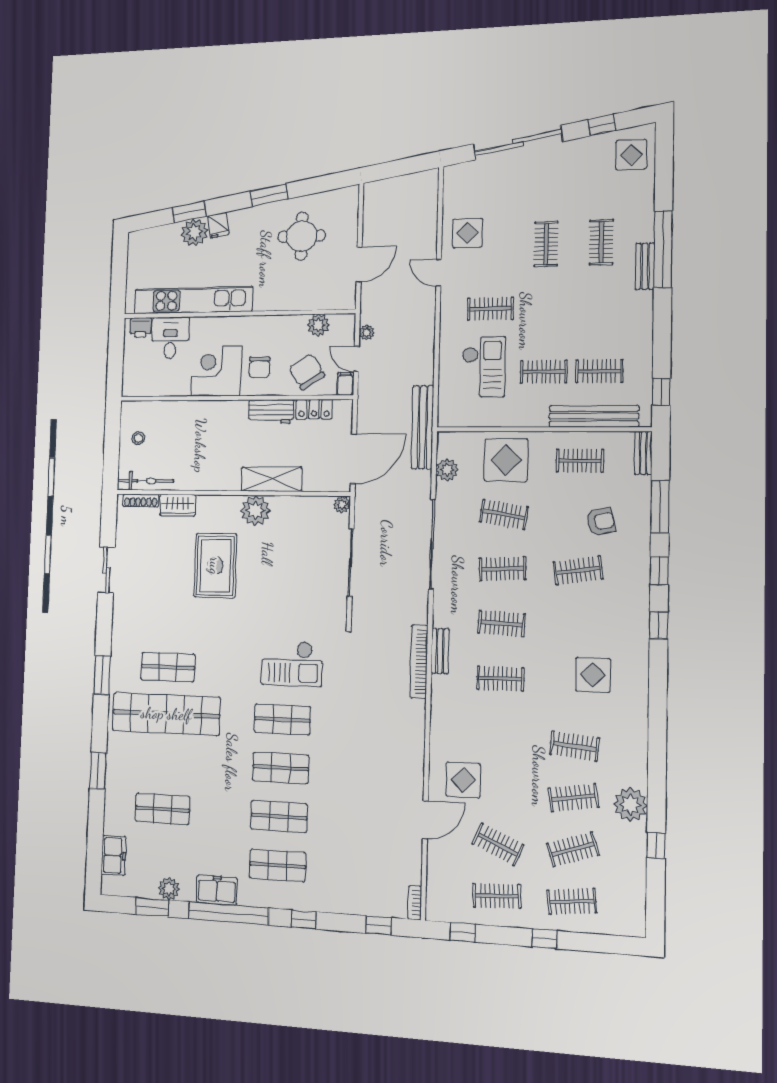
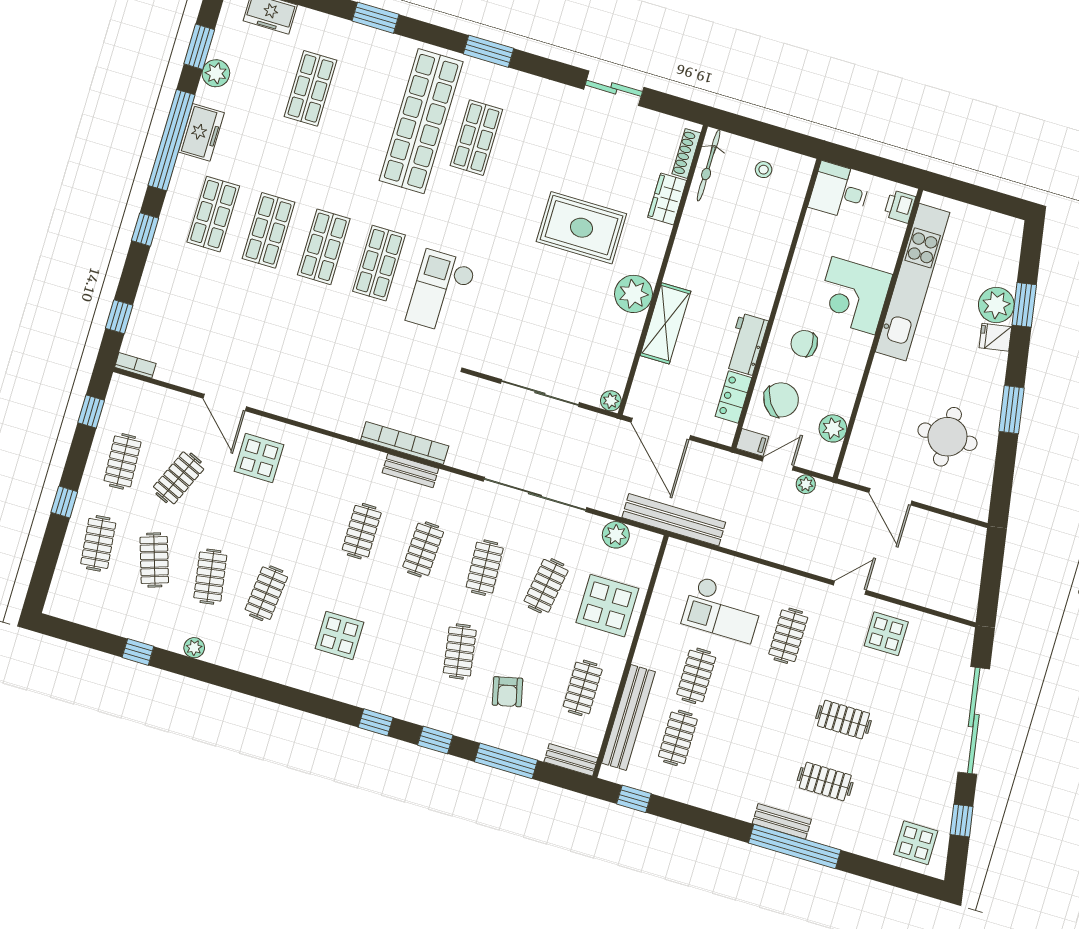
desk: (170, 338) -> (840, 191), moved, turned 180
corner desk: (217, 371) -> (854, 296), moved, turned 180
plant: (630, 805) -> (194, 648), width x0.53, depth x0.53

